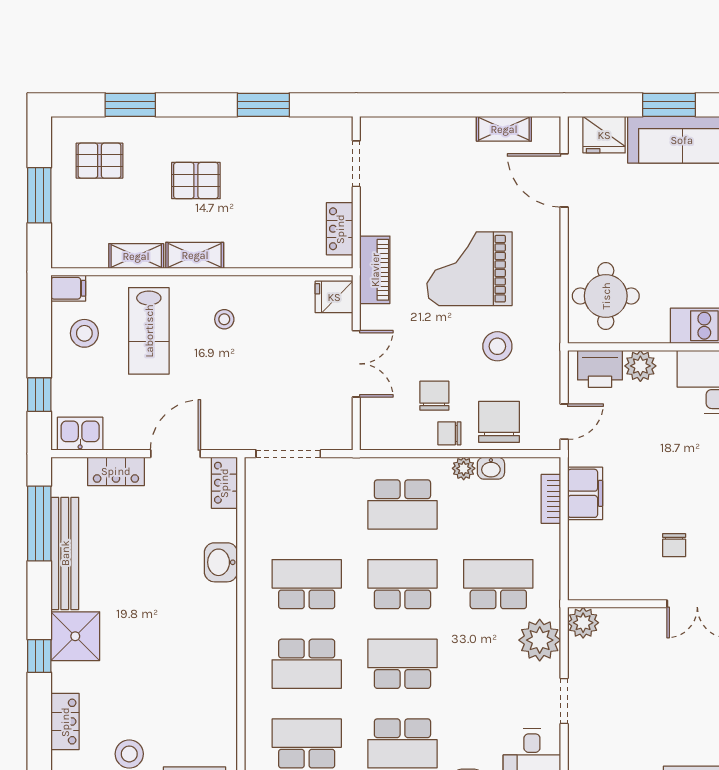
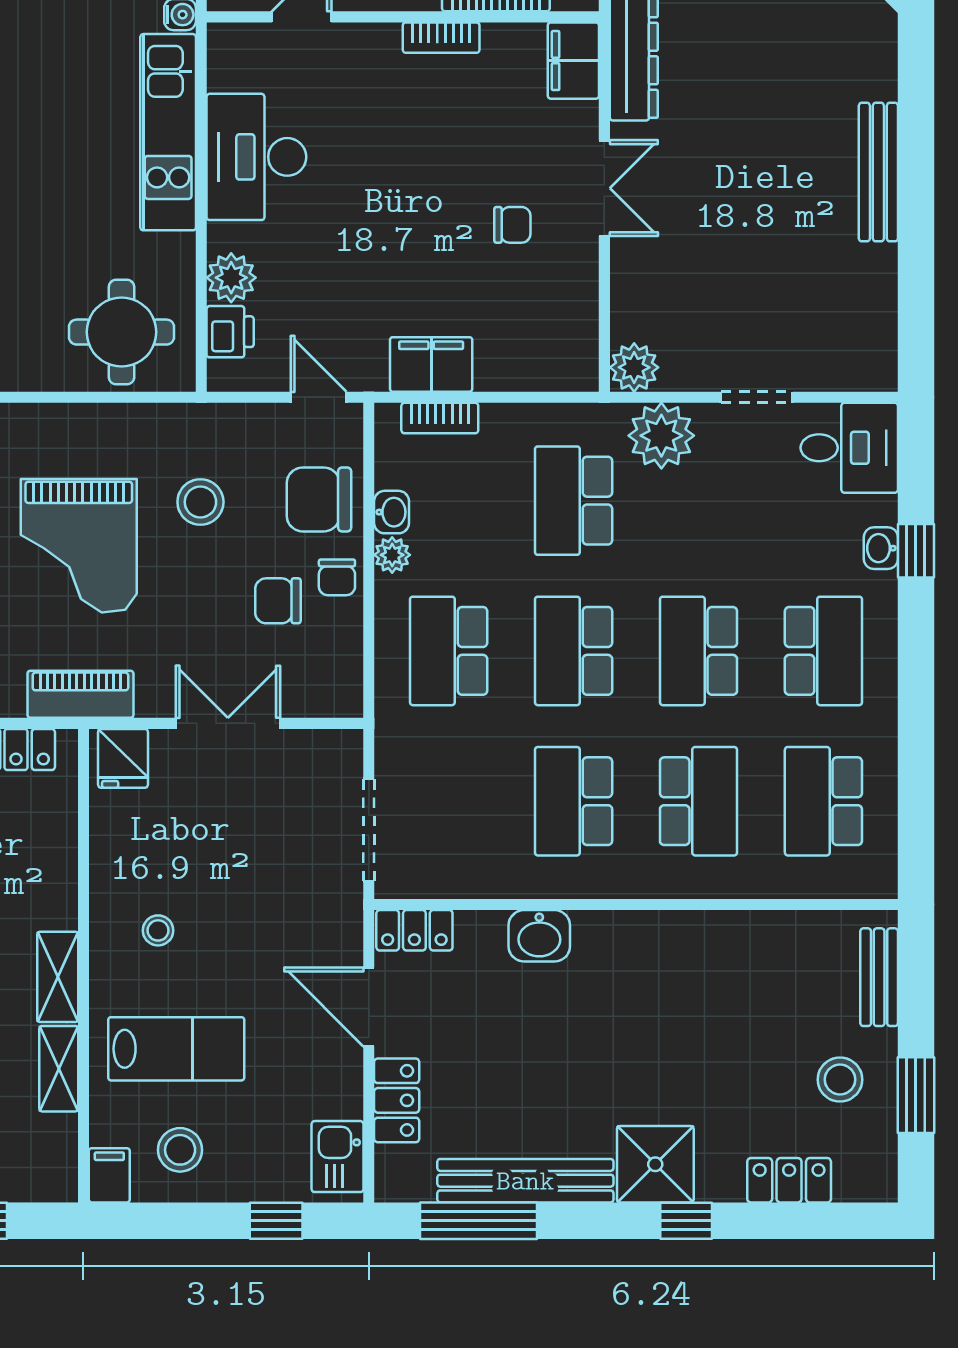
printer: (600, 369) -> (230, 332), width x0.73, depth x0.81
school desk: (402, 504) -> (449, 651), turned 180

